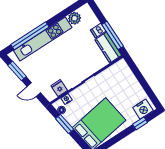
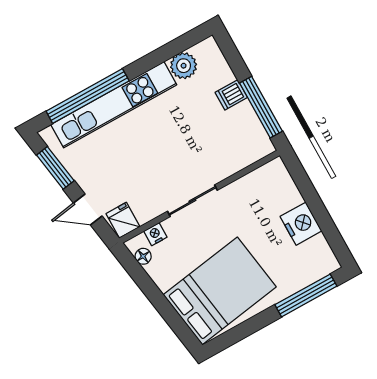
kitchen counter: (108, 48) -> (250, 132), removed
fridge: (59, 88) -> (123, 220), moved
nightstand: (143, 109) -> (301, 224), moved, turned -90
window: (140, 123) -> (306, 295), width x2.17
window: (65, 124) -> (148, 286), removed

